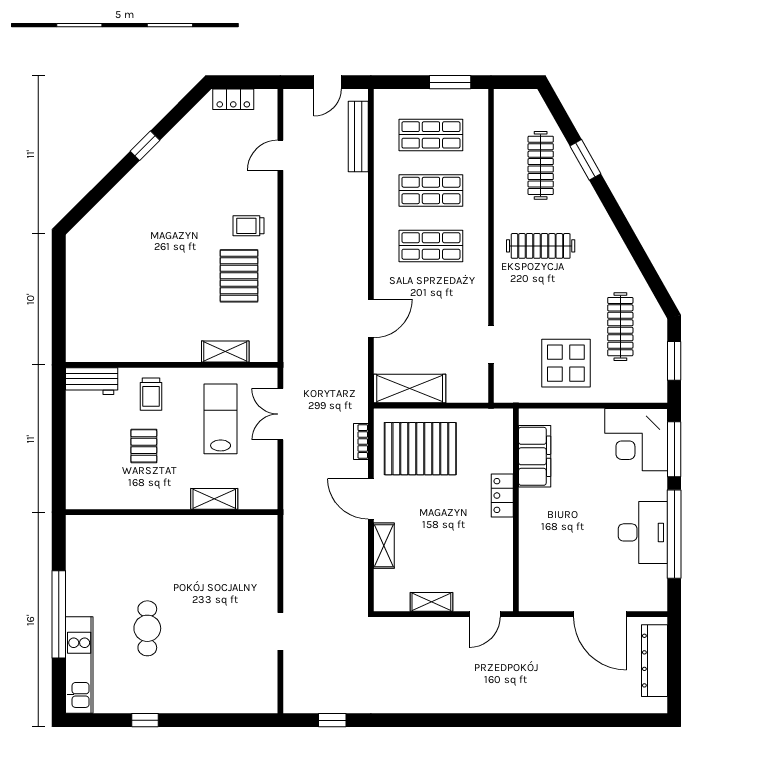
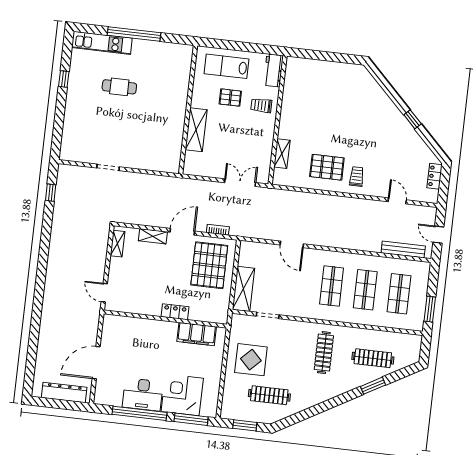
shelving: (410, 389) -> (243, 289), moved
lab bench: (221, 419) -> (227, 66), moved, turned 180
corner desk: (636, 440) -> (182, 395), moved
shelving: (214, 499) -> (196, 130), width x1.50, depth x1.33
shelving: (431, 602) -> (117, 244), moved

